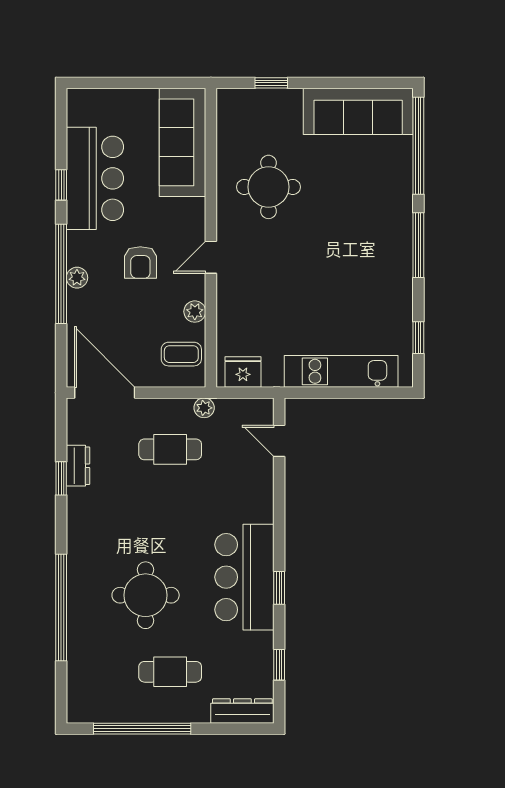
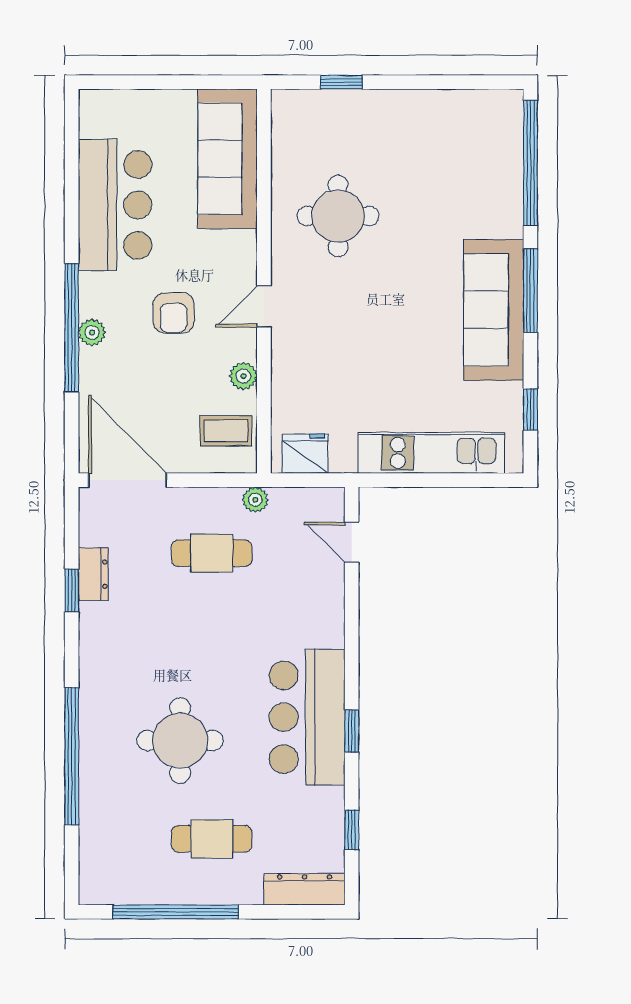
sofa: (358, 111) -> (494, 310), moved, turned 90
window: (61, 185) -> (72, 213), removed

